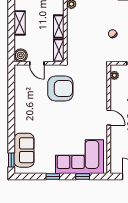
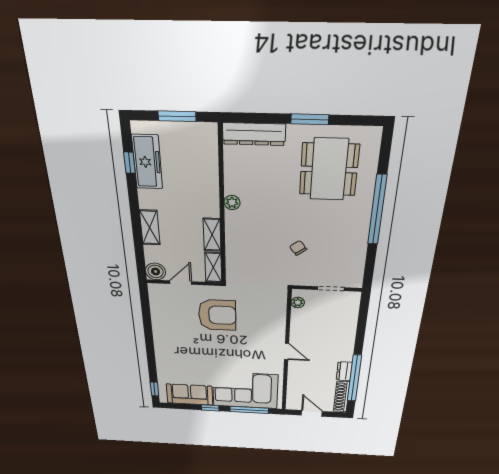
door: (37, 63) -> (181, 283), swing flipped
sofa: (24, 150) -> (190, 395), moved, turned -90
window: (83, 177) -> (249, 410), width x2.17

